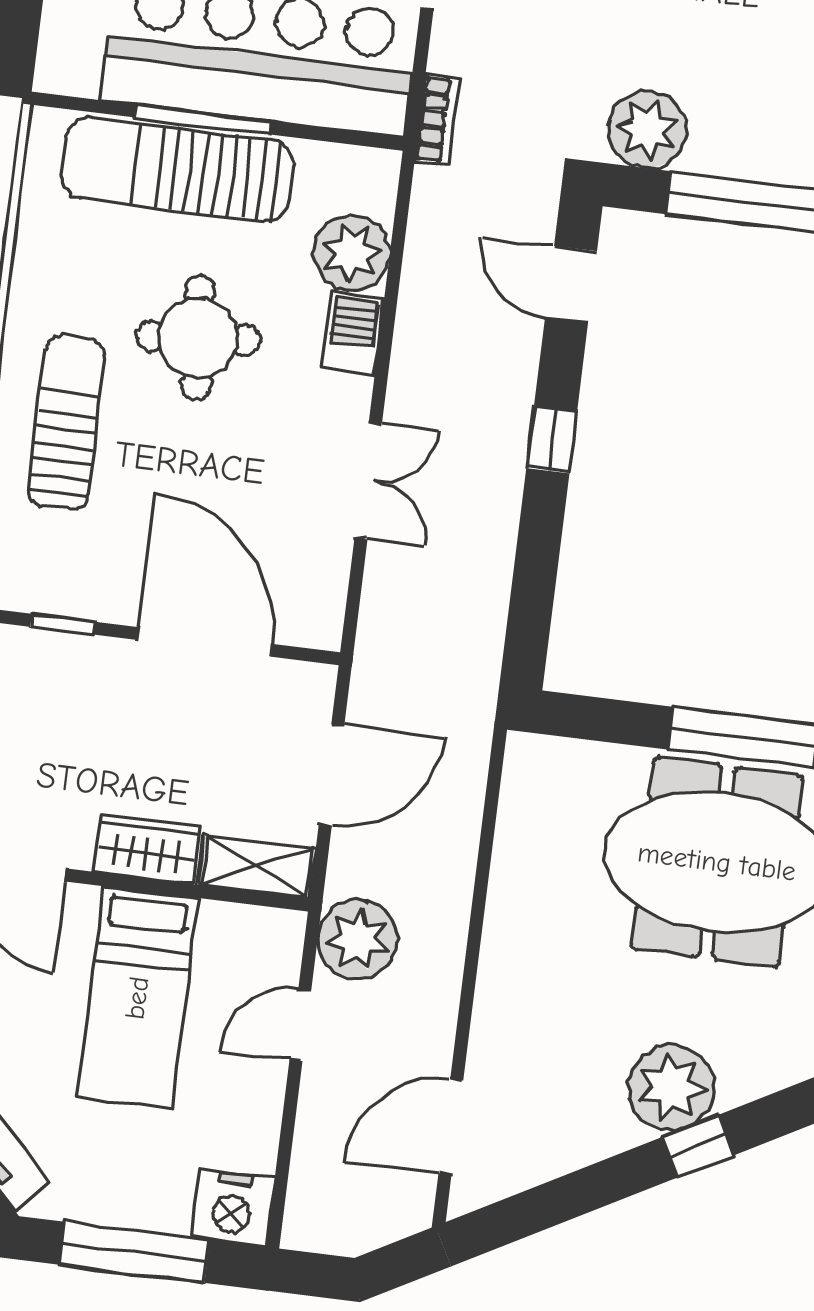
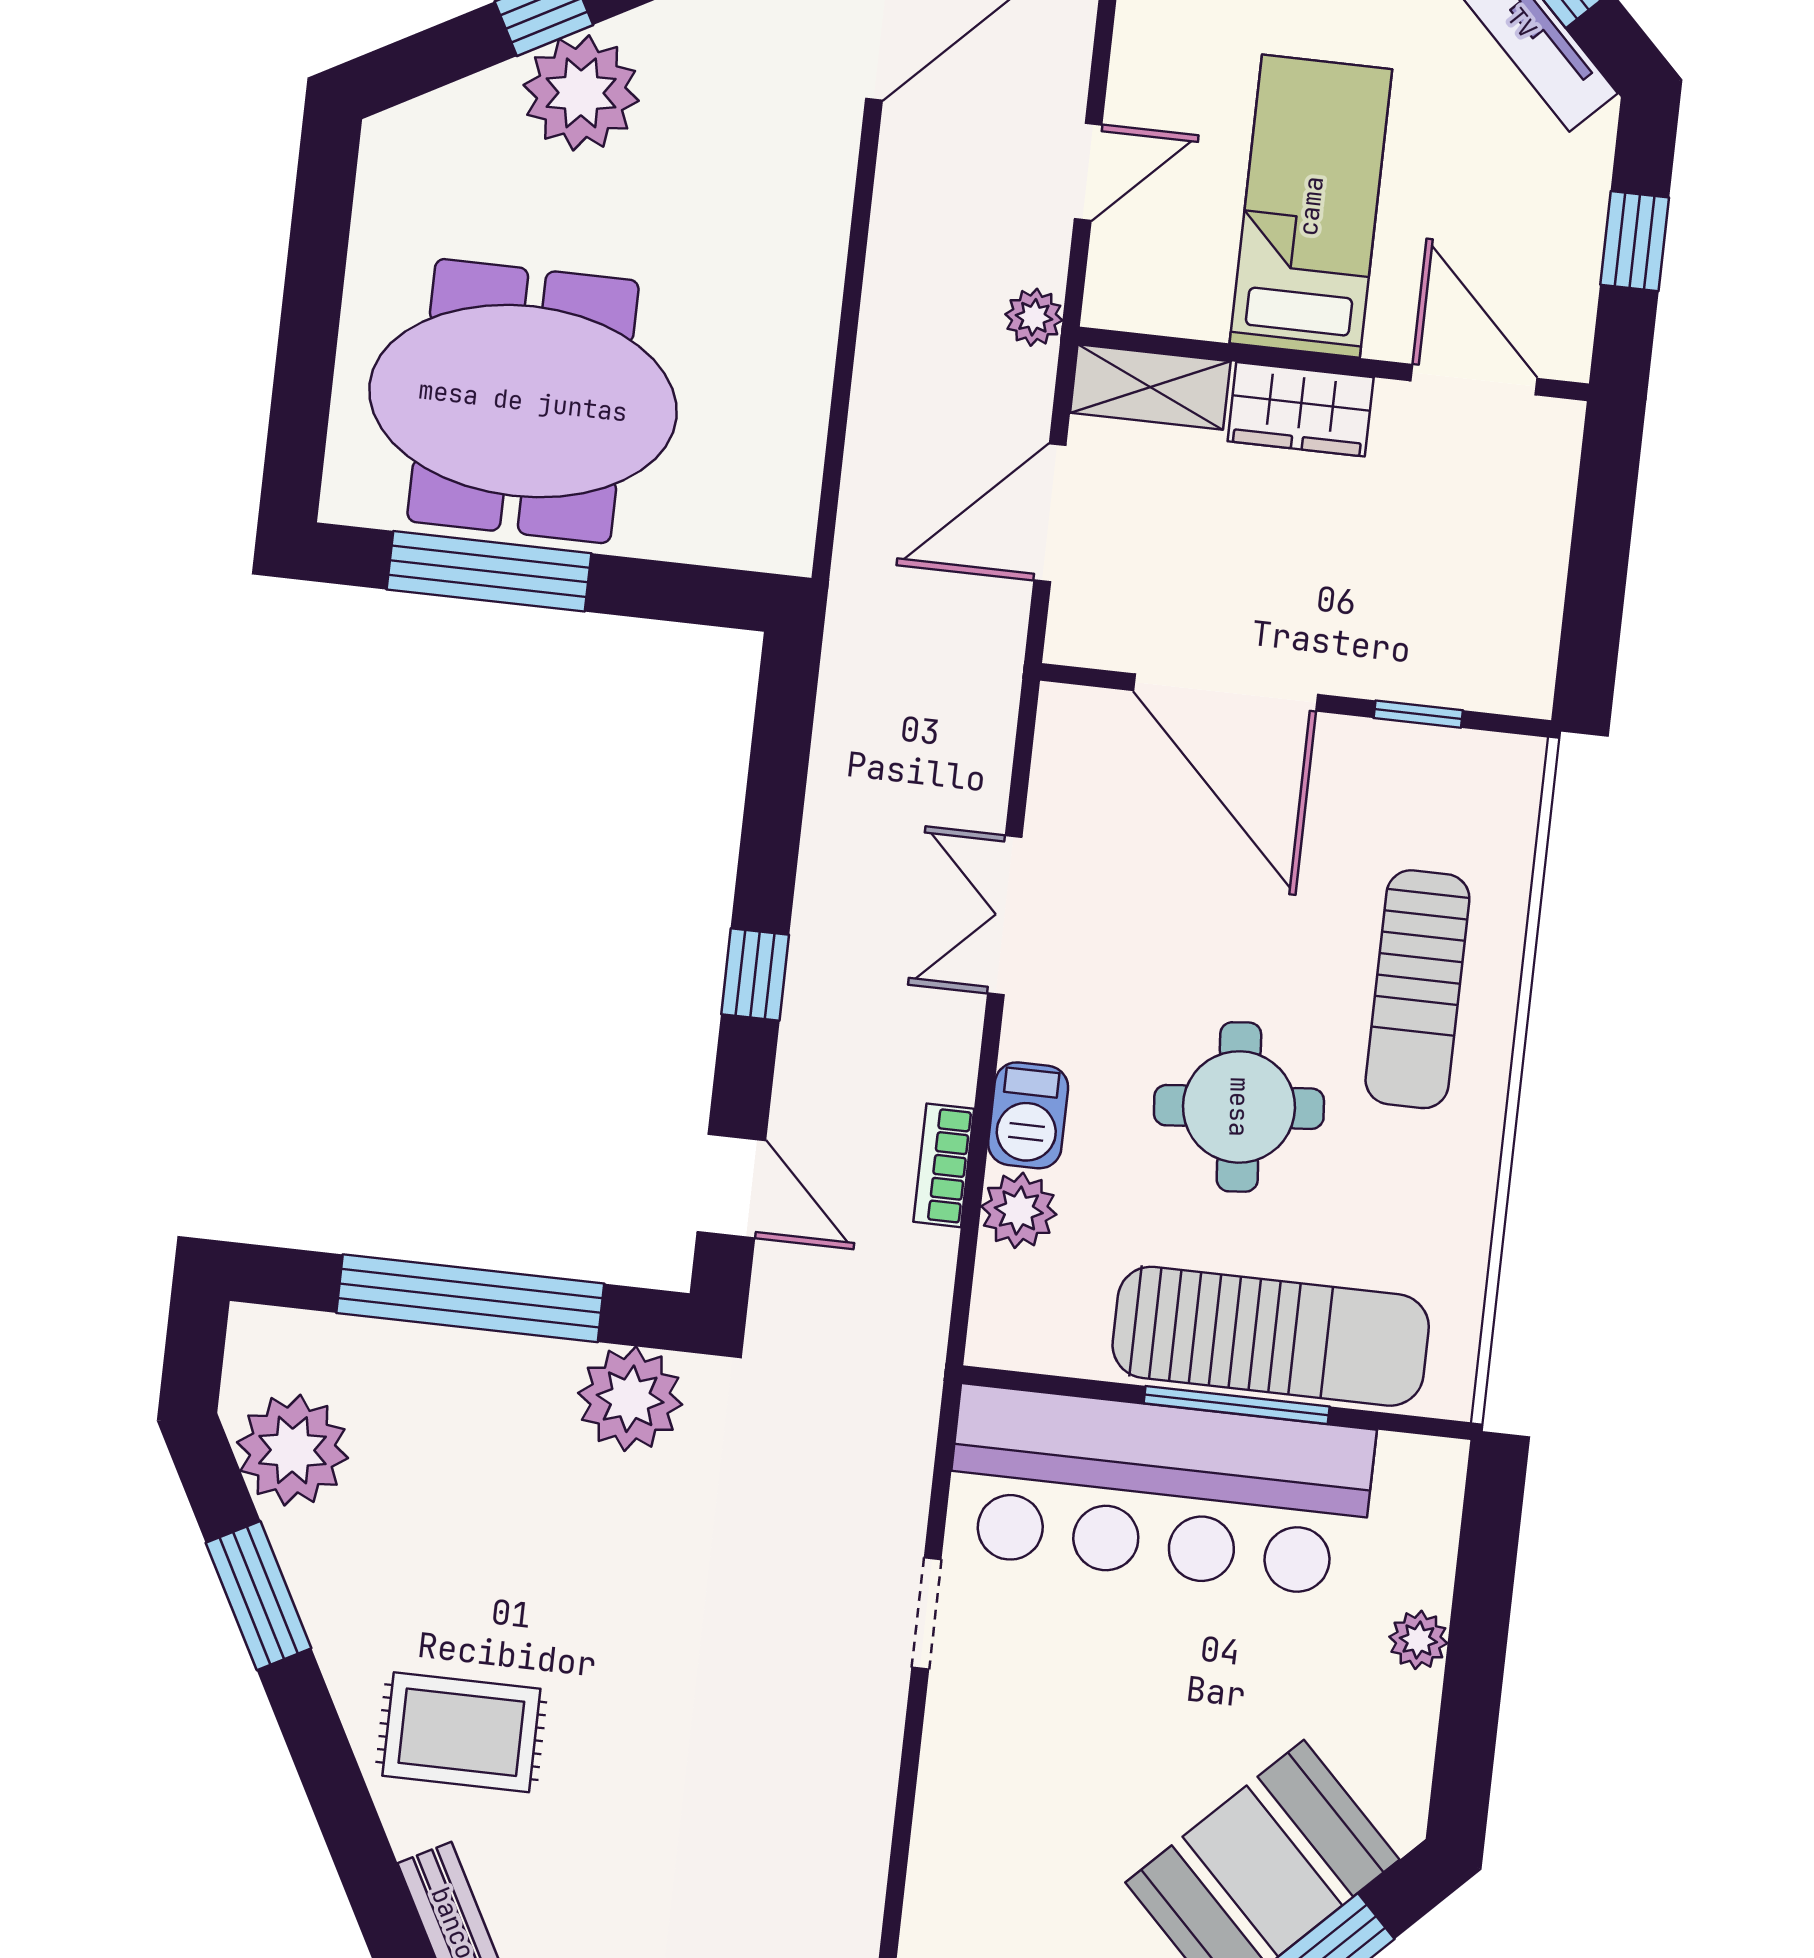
bookcase: (437, 120) -> (944, 1165), moved
plant: (352, 253) -> (1019, 1210), width x0.73, depth x0.73
plant: (358, 939) -> (1034, 317), width x0.53, depth x0.53

